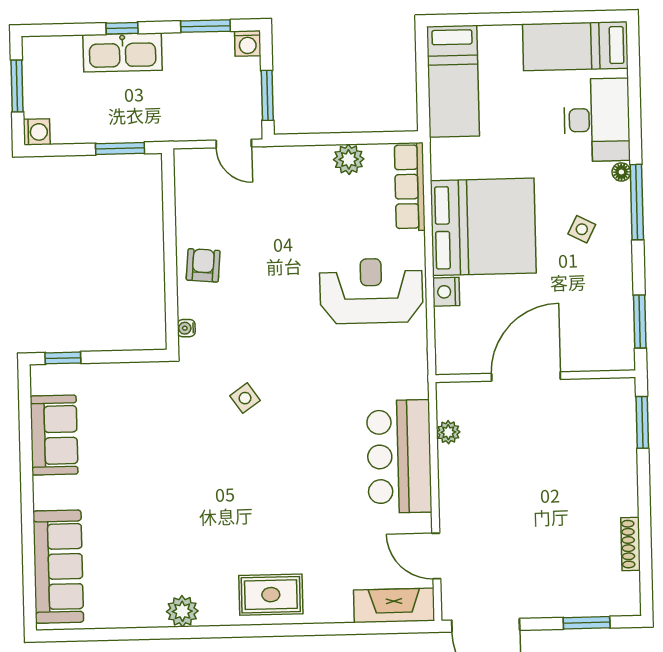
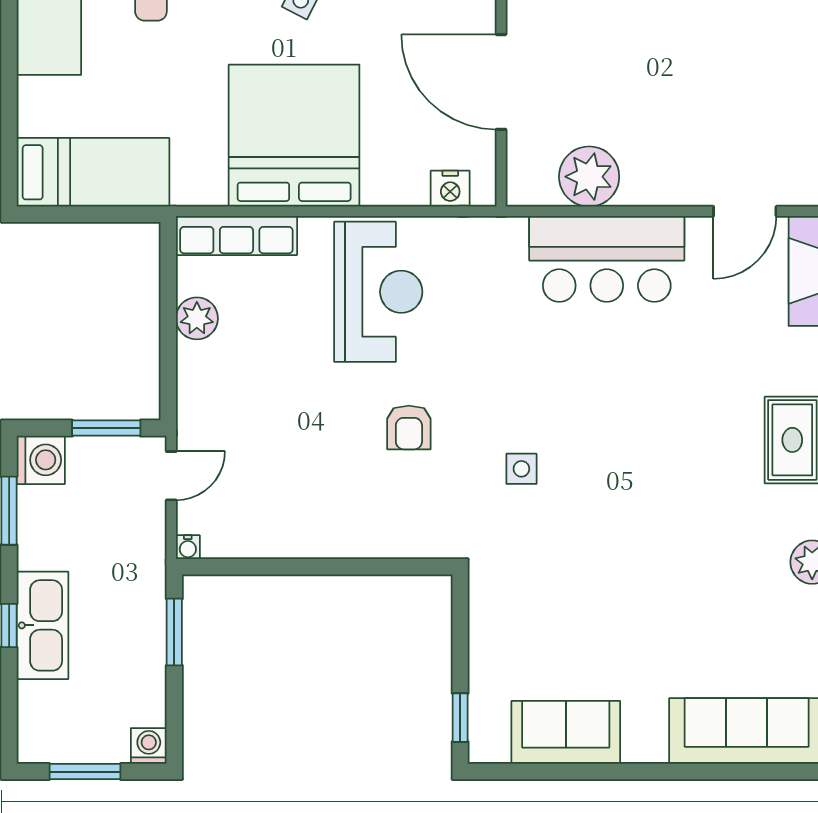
washing machine: (248, 43) -> (41, 460), width x1.38, depth x1.38
armchair: (203, 265) -> (409, 427), moved, turned -95
reception desk: (371, 291) -> (378, 292), turned 180
nightstand: (446, 292) -> (450, 189), moved
water cooler: (186, 328) -> (188, 547), moved
side table: (245, 398) -> (521, 469), turned 35
plant: (448, 432) -> (589, 177), width x1.87, depth x1.87

